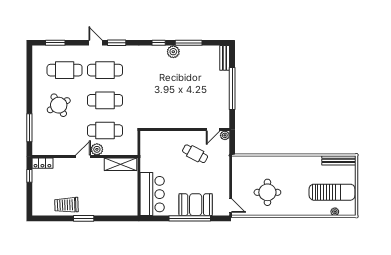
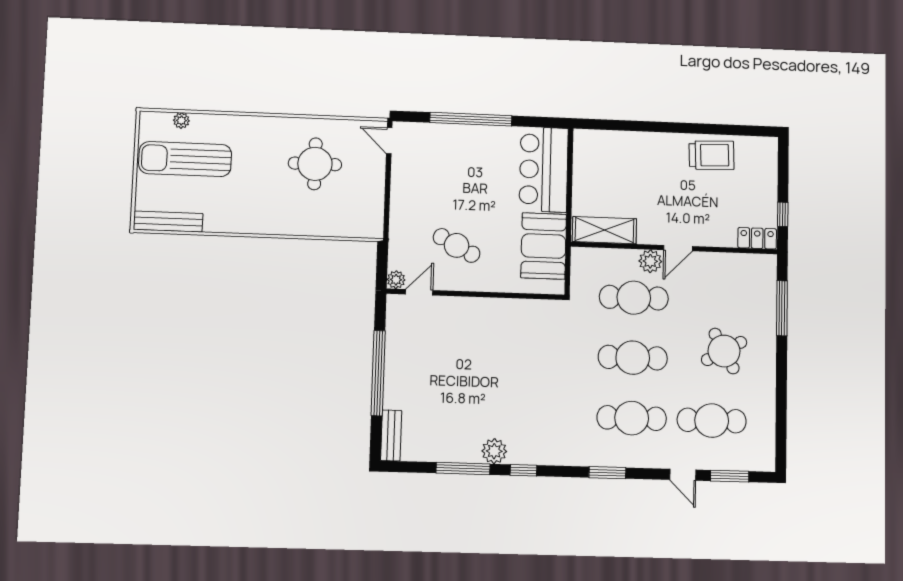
door: (95, 43) -> (683, 475), moved
booth: (196, 205) -> (544, 246), moved, turned 90
window: (84, 218) -> (679, 128), removed

